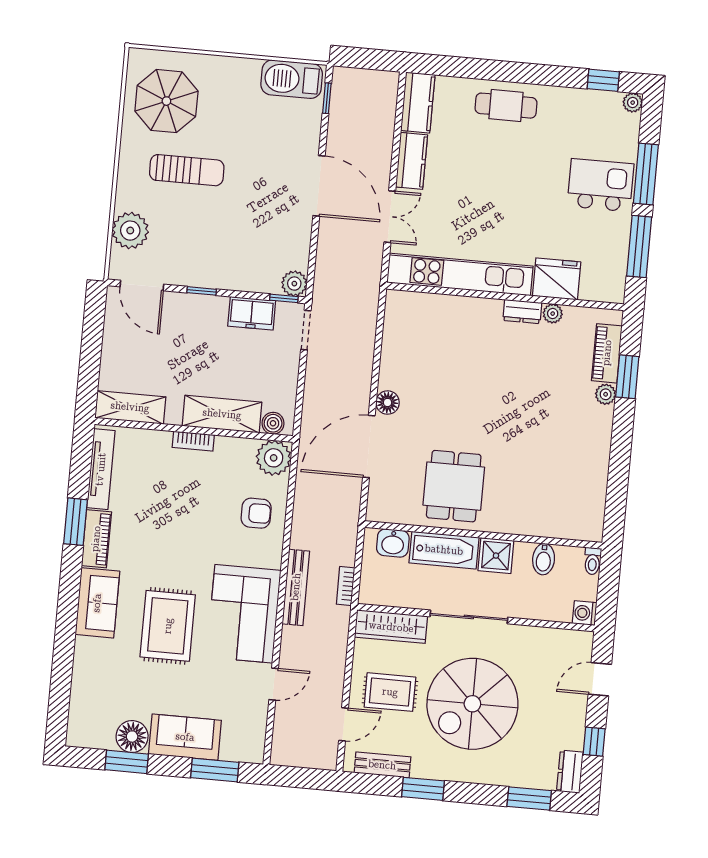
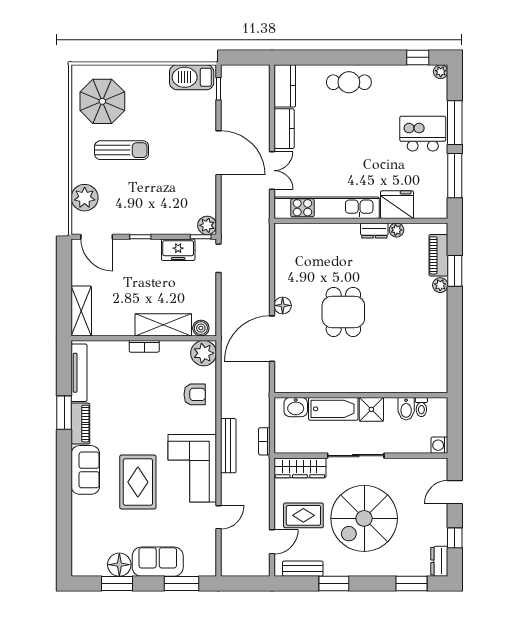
shelving: (130, 407) -> (81, 311), moved, turned 90
dining table: (454, 486) -> (343, 312), moved
toilet: (593, 561) -> (421, 407), moved

